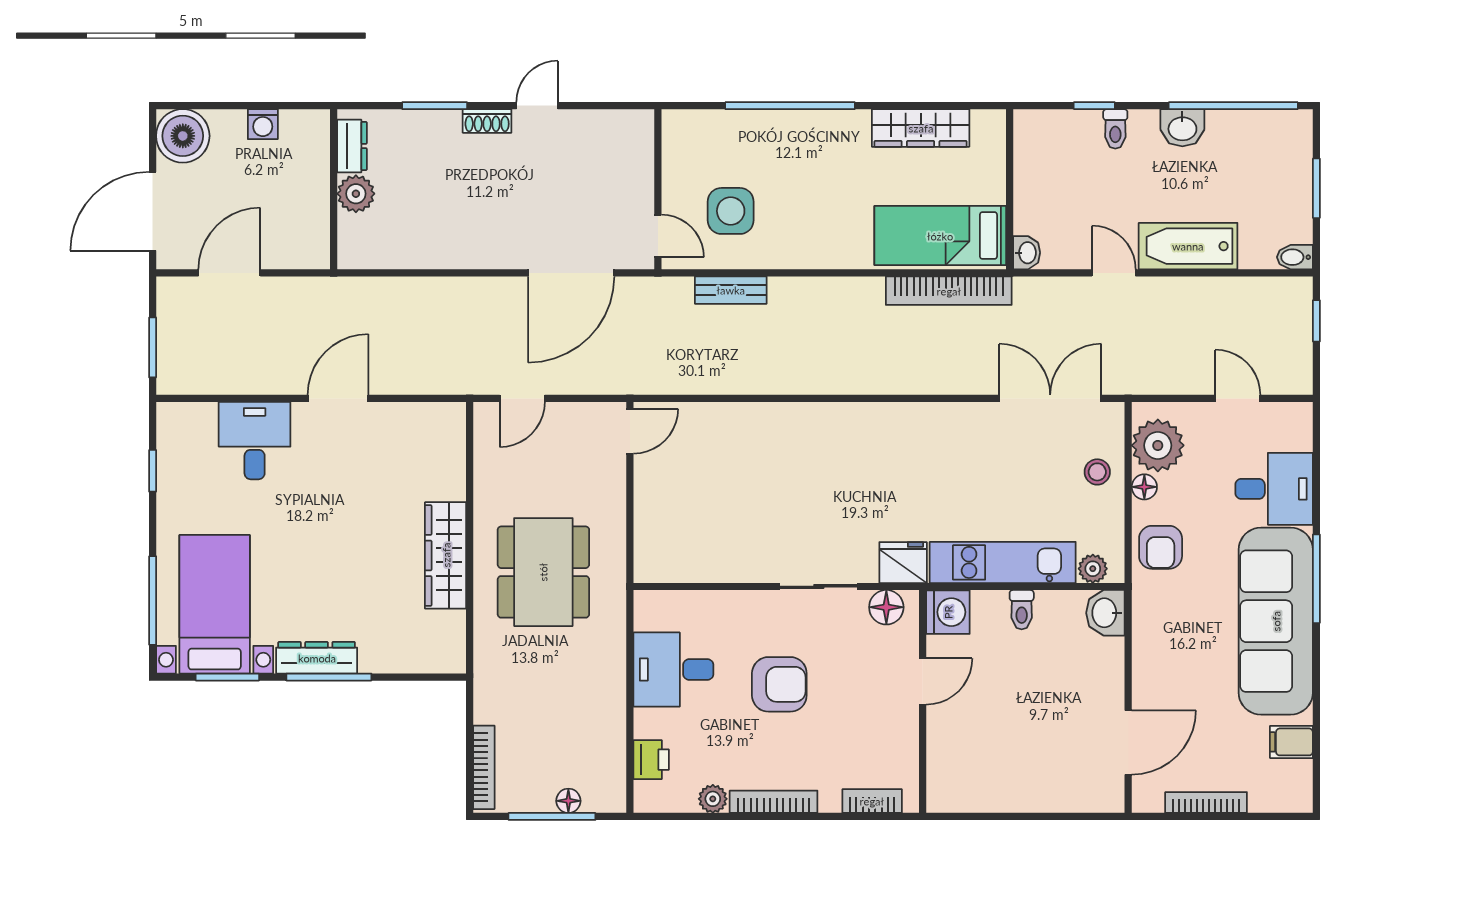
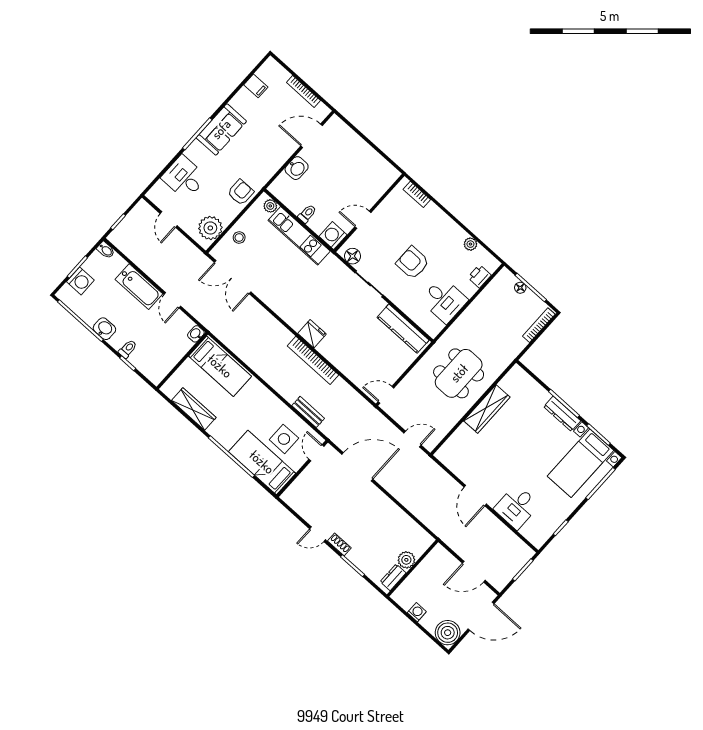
bed: (732, 141) -> (262, 462), added
washing machine: (1291, 170) -> (80, 281), added
bookcase: (949, 291) -> (313, 360), moved, turned 180
door: (338, 398) -> (475, 496), hinge flipped
floor lamp: (1144, 487) -> (228, 218), removed
kitchen counter: (699, 563) -> (403, 329), added
fridge: (903, 563) -> (312, 334), moved, turned 180
washbasin: (1105, 613) -> (297, 168), moved
sofa: (1276, 621) -> (221, 129), width x0.54, depth x0.79
bookcase: (774, 802) -> (451, 224), removed

